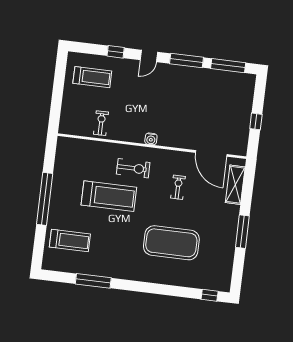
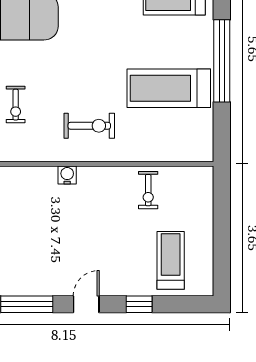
treadmill: (92, 77) -> (171, 260), turned 90
exercise bike: (133, 168) -> (89, 126), turned 180
treadmill: (109, 196) -> (169, 88), moved

